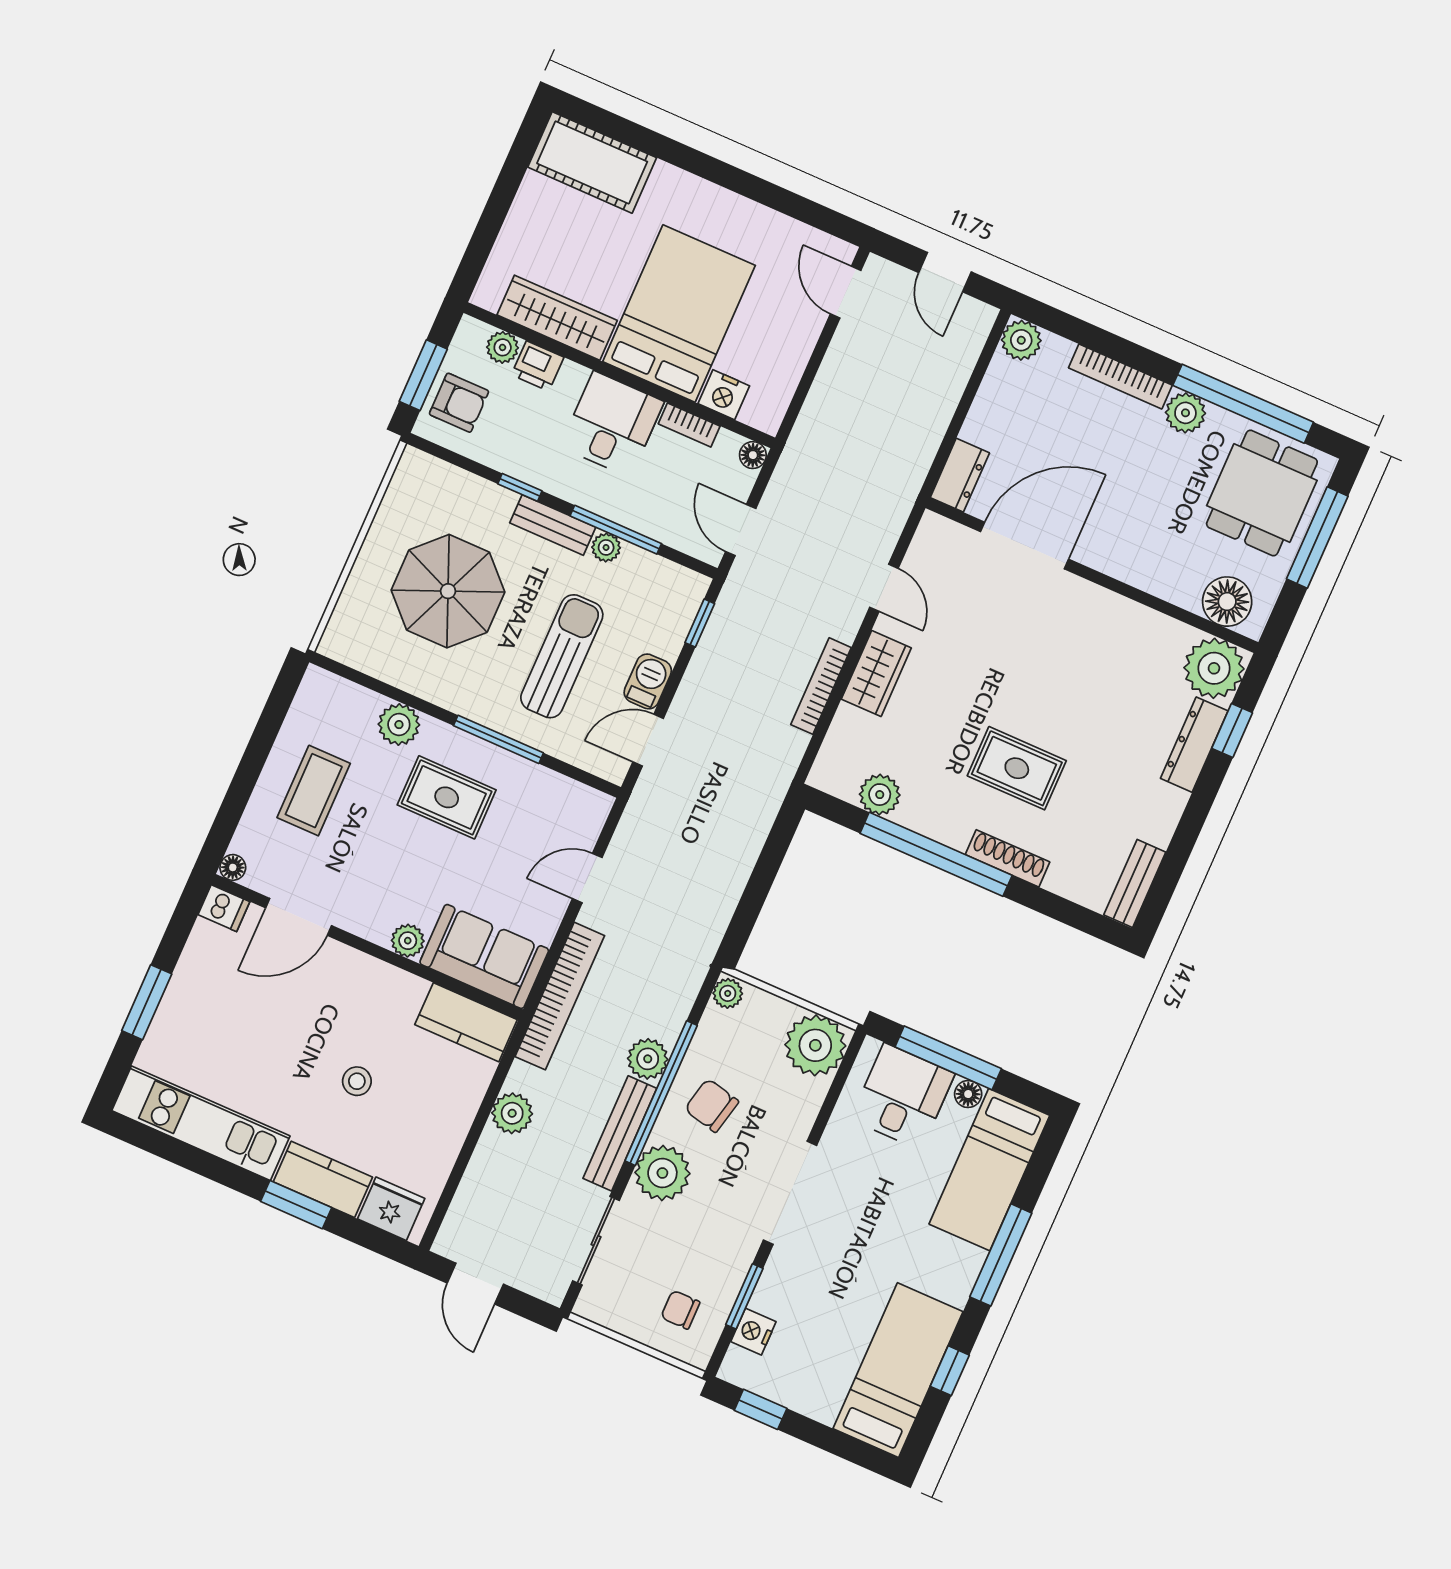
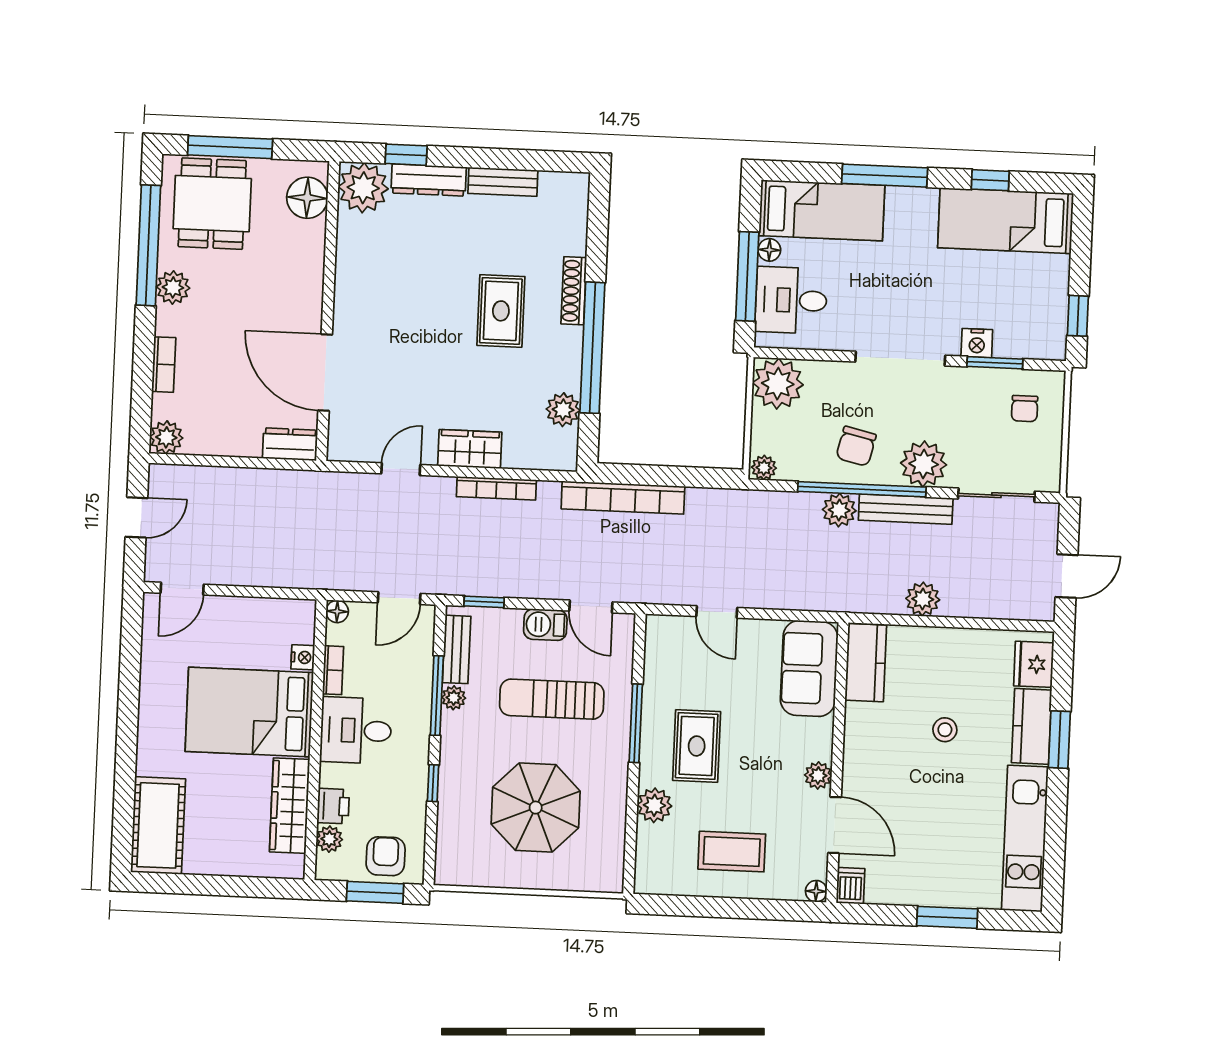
bookcase: (1120, 376) -> (164, 365), width x0.64
nightstand: (724, 395) -> (303, 657), width x0.72, depth x0.74
dining table: (1262, 493) -> (212, 204), turned 90
bench: (553, 525) -> (457, 649), moved
bench: (1135, 883) -> (503, 182), moved
plant: (408, 941) -> (818, 775), moved
bookcase: (560, 996) -> (623, 498), moved, turned 180
nightstand: (753, 1332) -> (977, 343), moved

